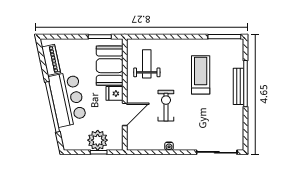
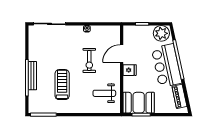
weight bench: (147, 64) -> (104, 93), turned 90
booth: (110, 66) -> (139, 103), moved, turned 90
treadmill: (201, 75) -> (62, 85), turned 180
plant: (98, 140) -> (161, 33), moved

